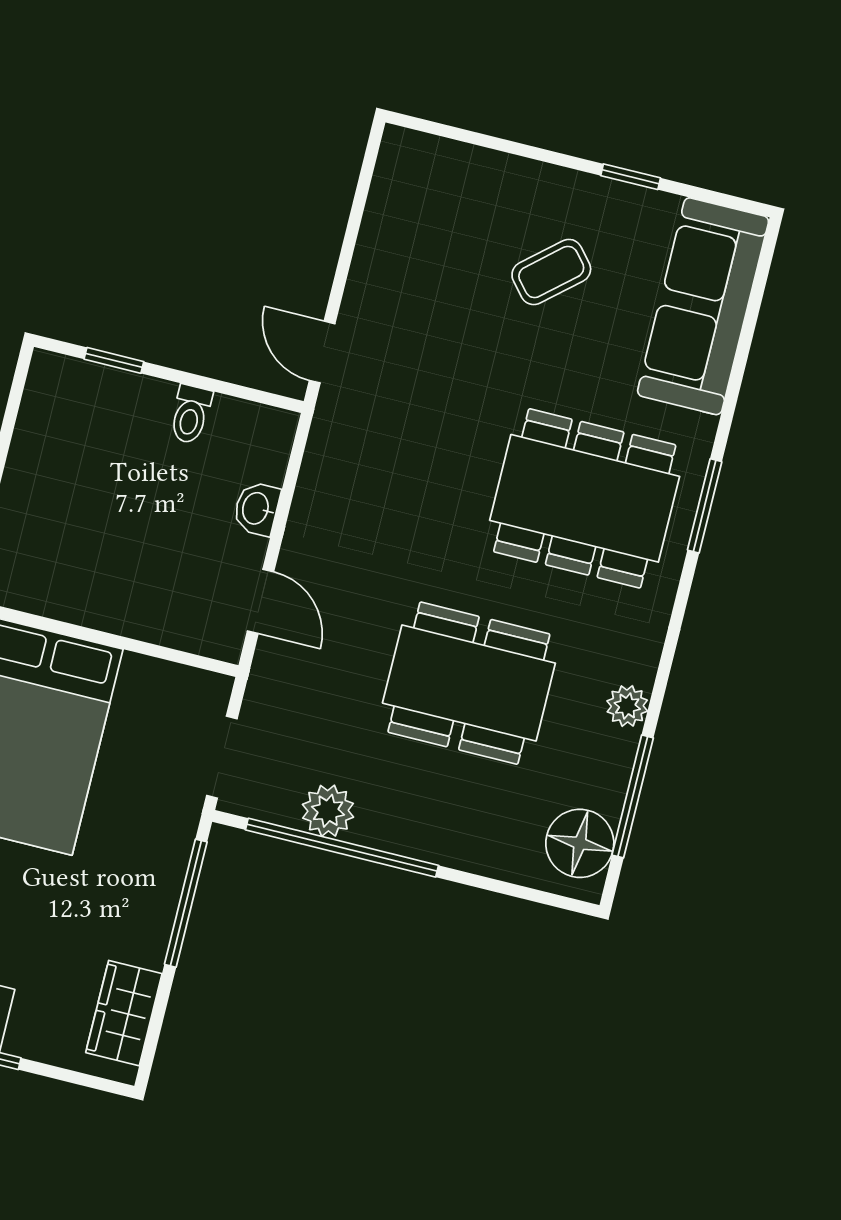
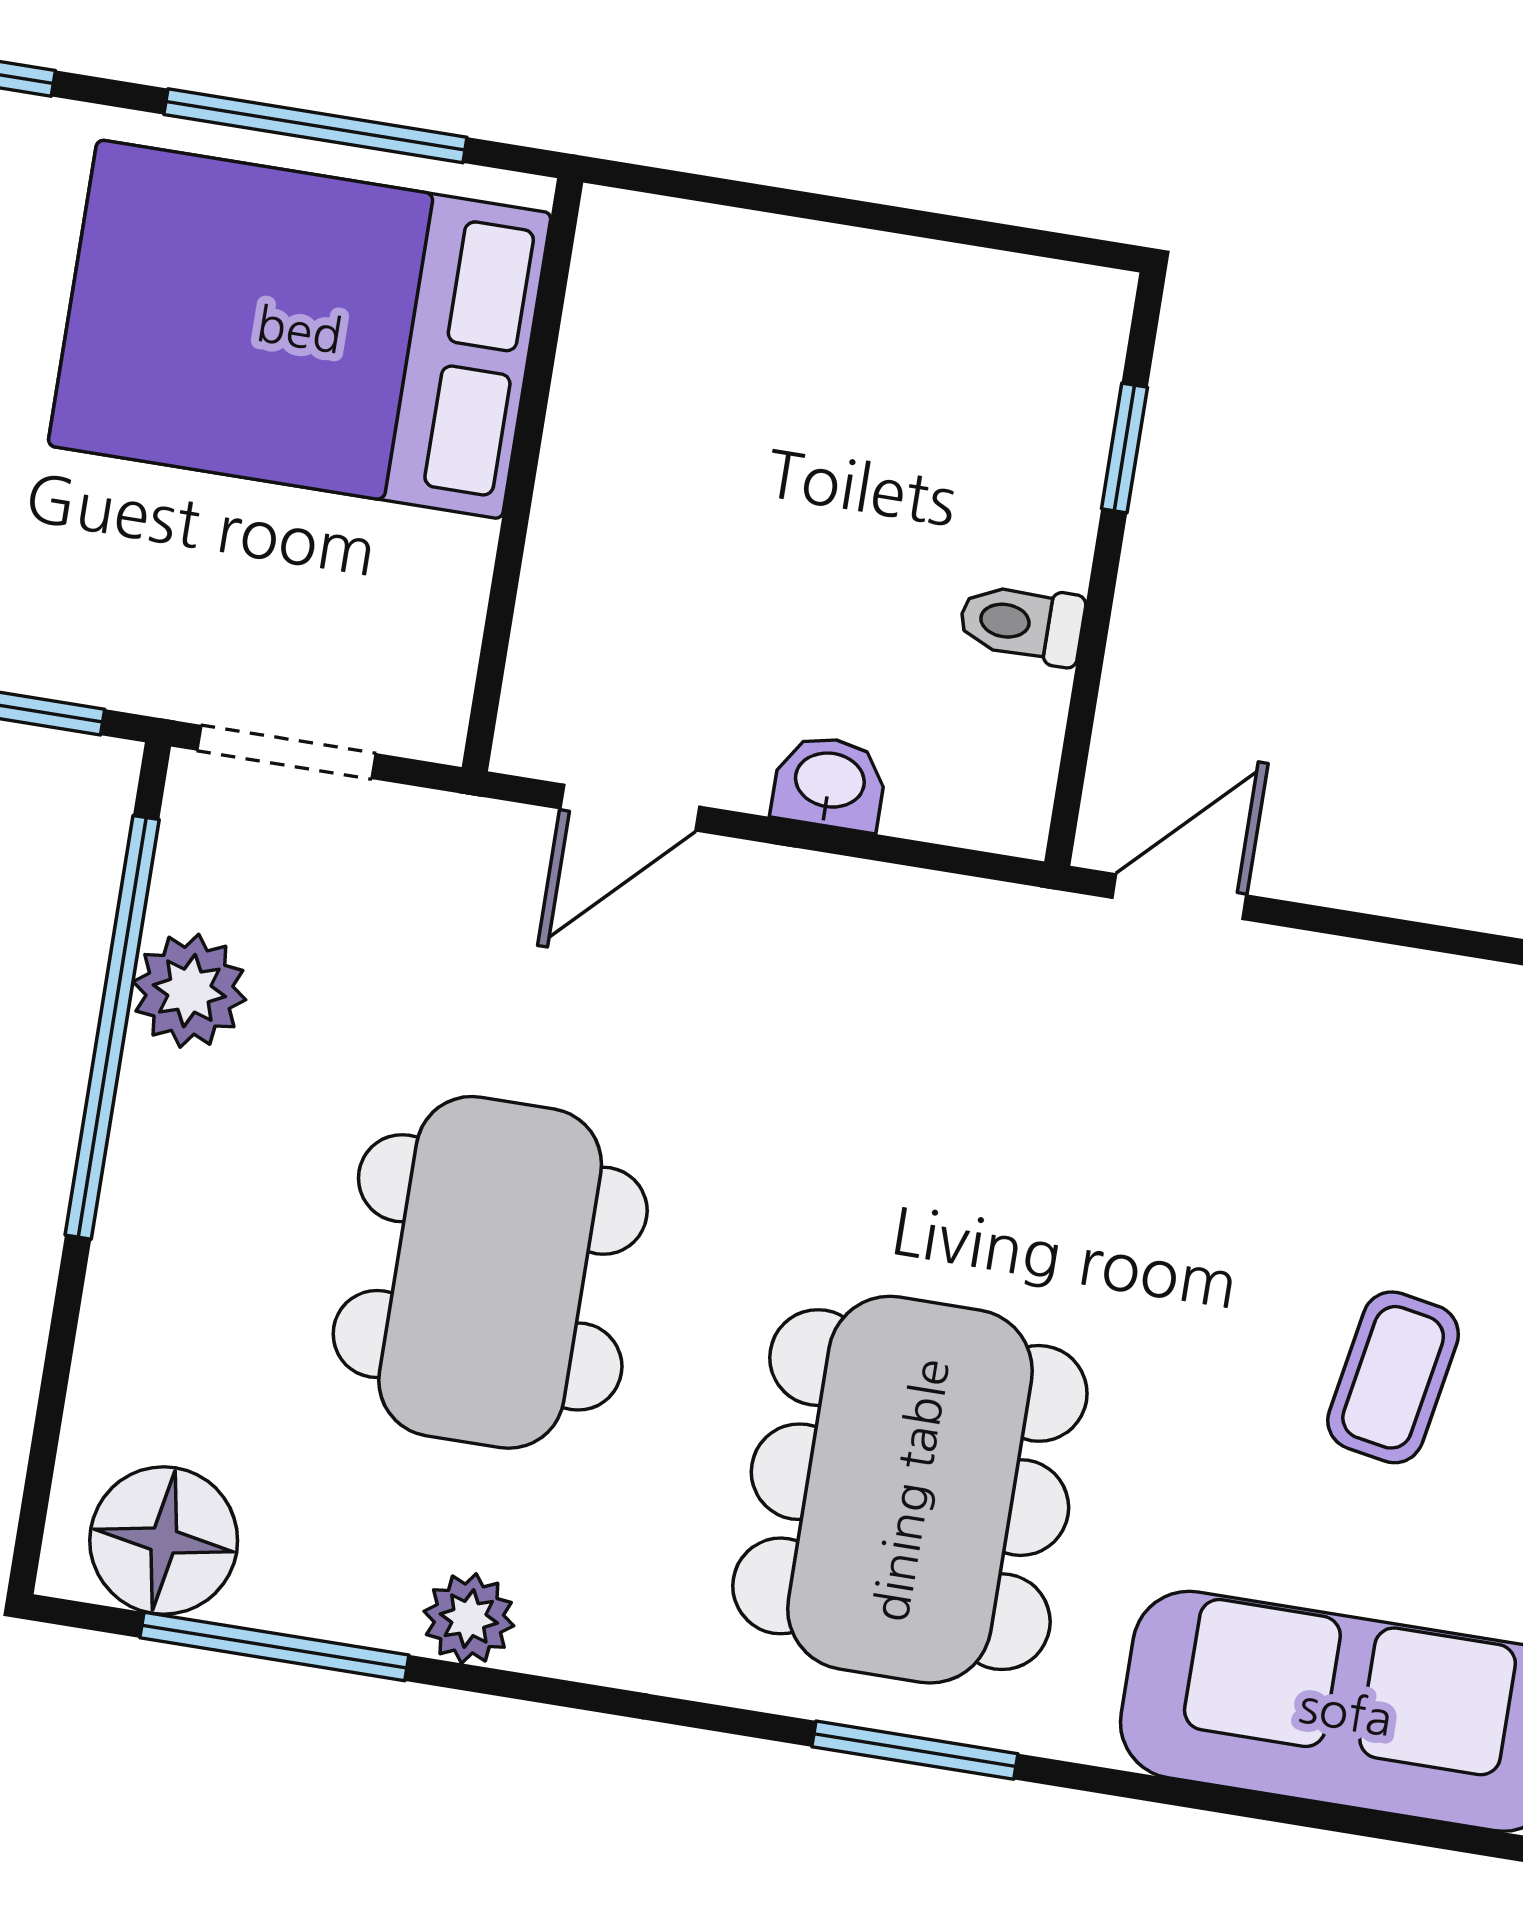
coffee table: (551, 272) -> (1393, 1377), turned 51

